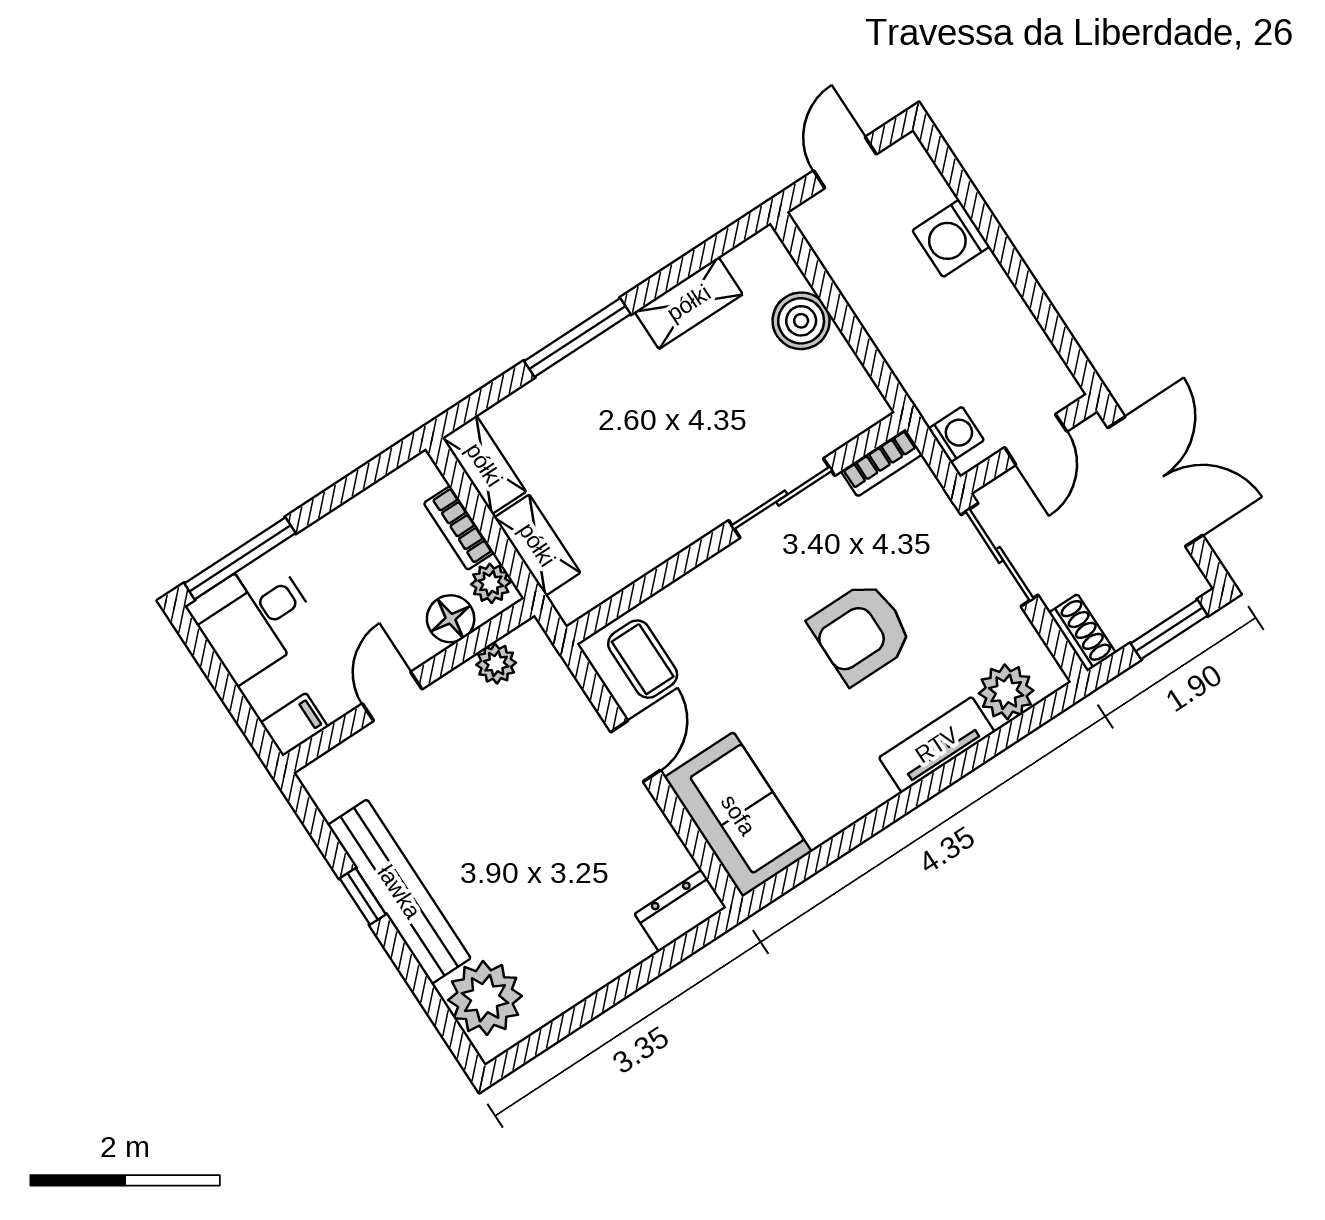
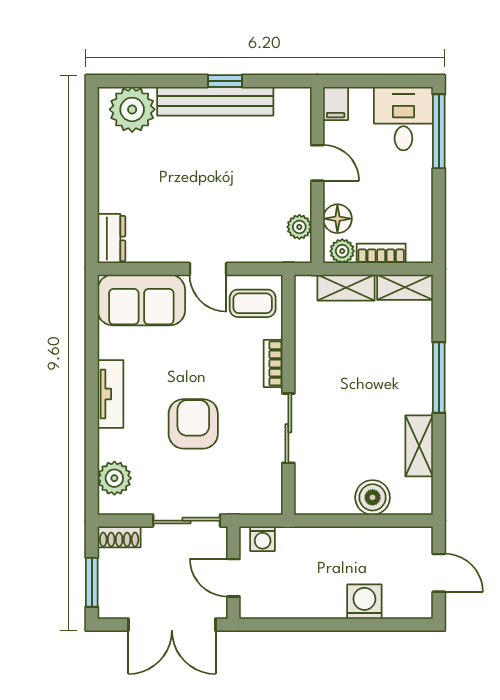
bookcase: (882, 463) -> (273, 363), moved
tv unit: (937, 745) -> (110, 394), moved

